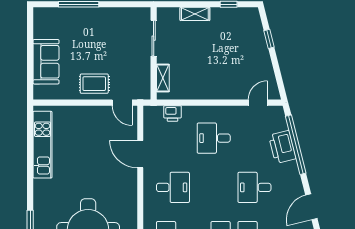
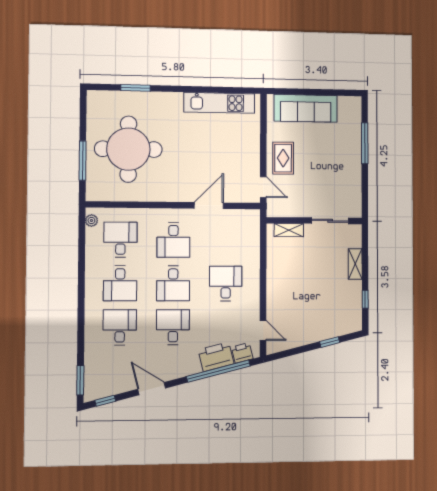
sofa: (46, 62) -> (306, 108), width x1.36
door: (122, 103) -> (263, 187), swing flipped
printer: (172, 113) -> (242, 353), moved, turned 76
desk: (214, 187) -> (173, 283), added

